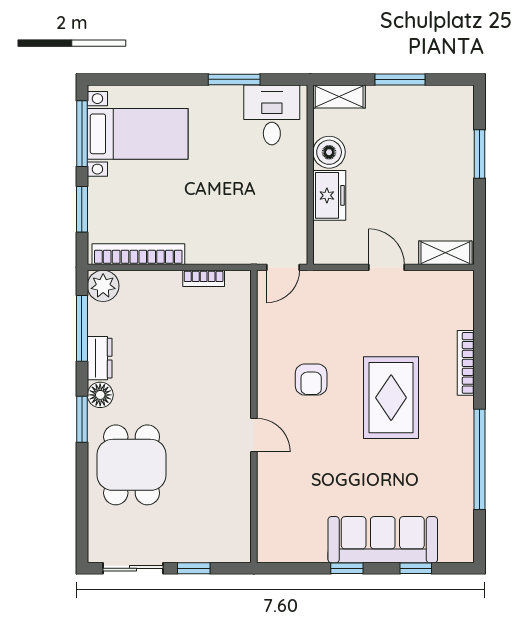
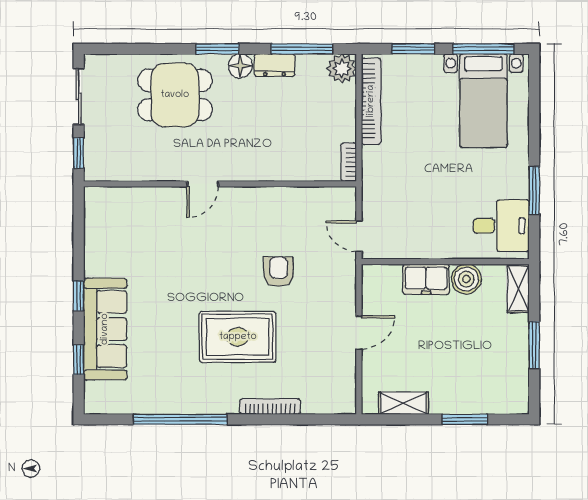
shelving: (445, 253) -> (403, 403), moved, turned 90
armchair: (311, 380) -> (278, 272), moved, turned 90
wall: (254, 416) -> (220, 184), moved
door: (254, 435) -> (203, 184), moved

